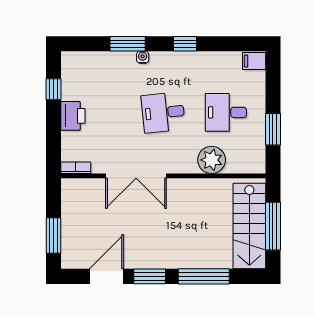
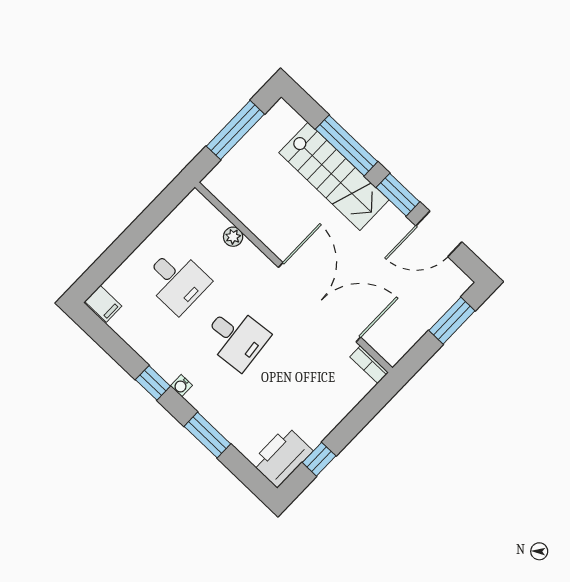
water cooler: (143, 57) -> (181, 386), moved
printer: (73, 116) -> (282, 457), moved, width x1.37, depth x1.19
window: (273, 129) -> (147, 222), removed
plant: (212, 160) -> (233, 237), width x0.53, depth x0.53
double door: (136, 176) -> (319, 302), width x1.36
stairs: (249, 226) -> (334, 176), moved, turned 90

